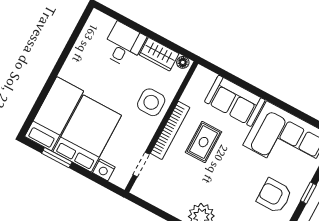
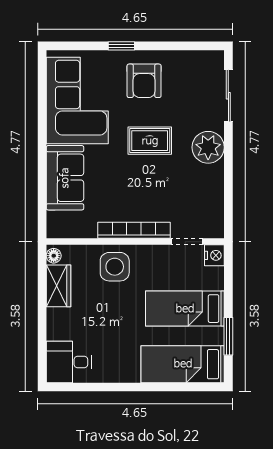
desk: (124, 45) -> (69, 362), moved
bed: (87, 133) -> (185, 309), width x0.67
rug: (204, 142) -> (150, 141), moved
nightstand: (104, 170) -> (214, 255), moved

